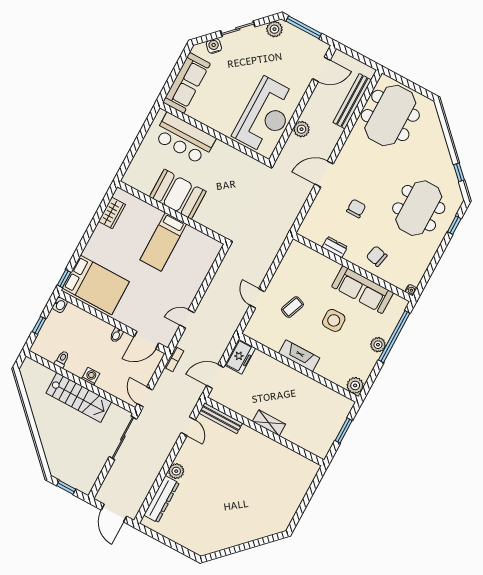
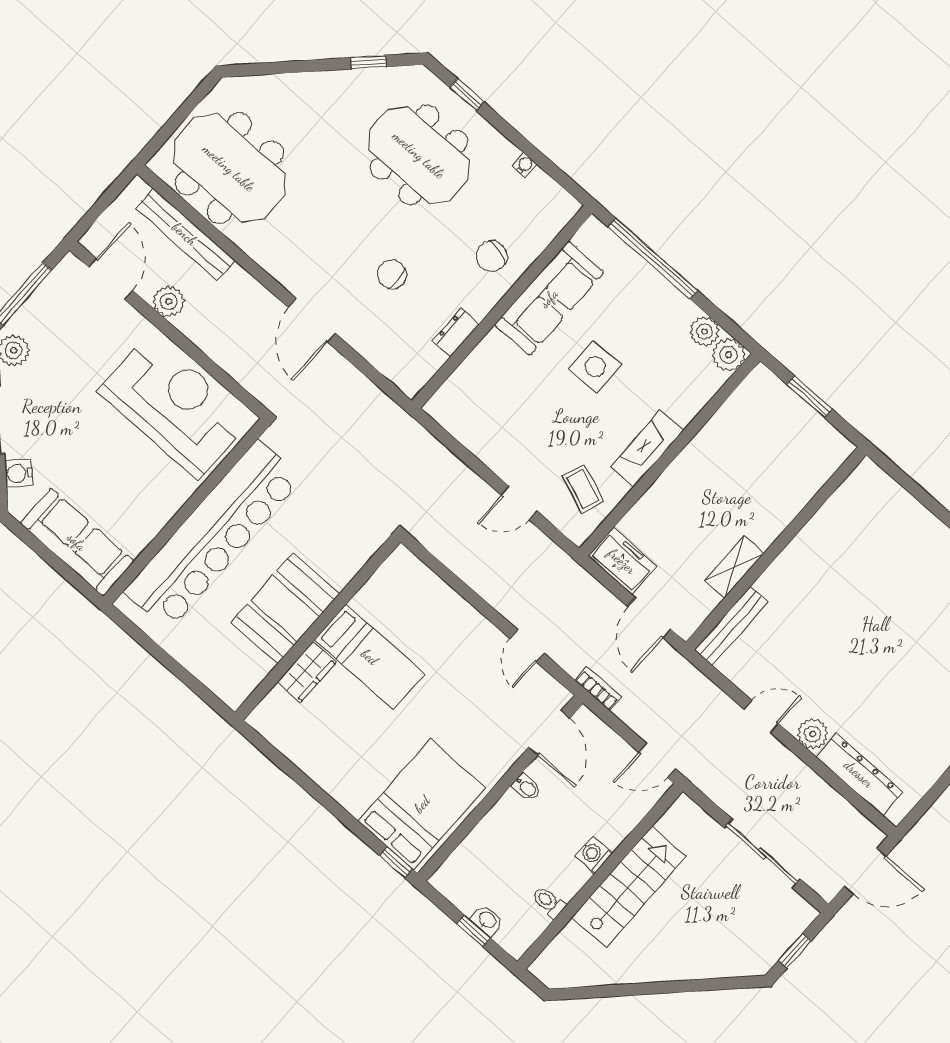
plant: (302, 129) -> (169, 301), moved
bar counter: (184, 138) -> (213, 535), width x1.86
wardrobe: (112, 213) -> (307, 672), moved, turned 90
water cooler: (411, 290) -> (524, 165), moved
washbasin: (60, 305) -> (487, 920), moved
coffee table: (292, 307) -> (583, 489), moved
plant: (378, 345) -> (705, 331), moved
shelving: (269, 423) -> (734, 567), moved
door: (188, 426) -> (761, 716), moved
sliding door: (123, 438) -> (762, 853), moved

